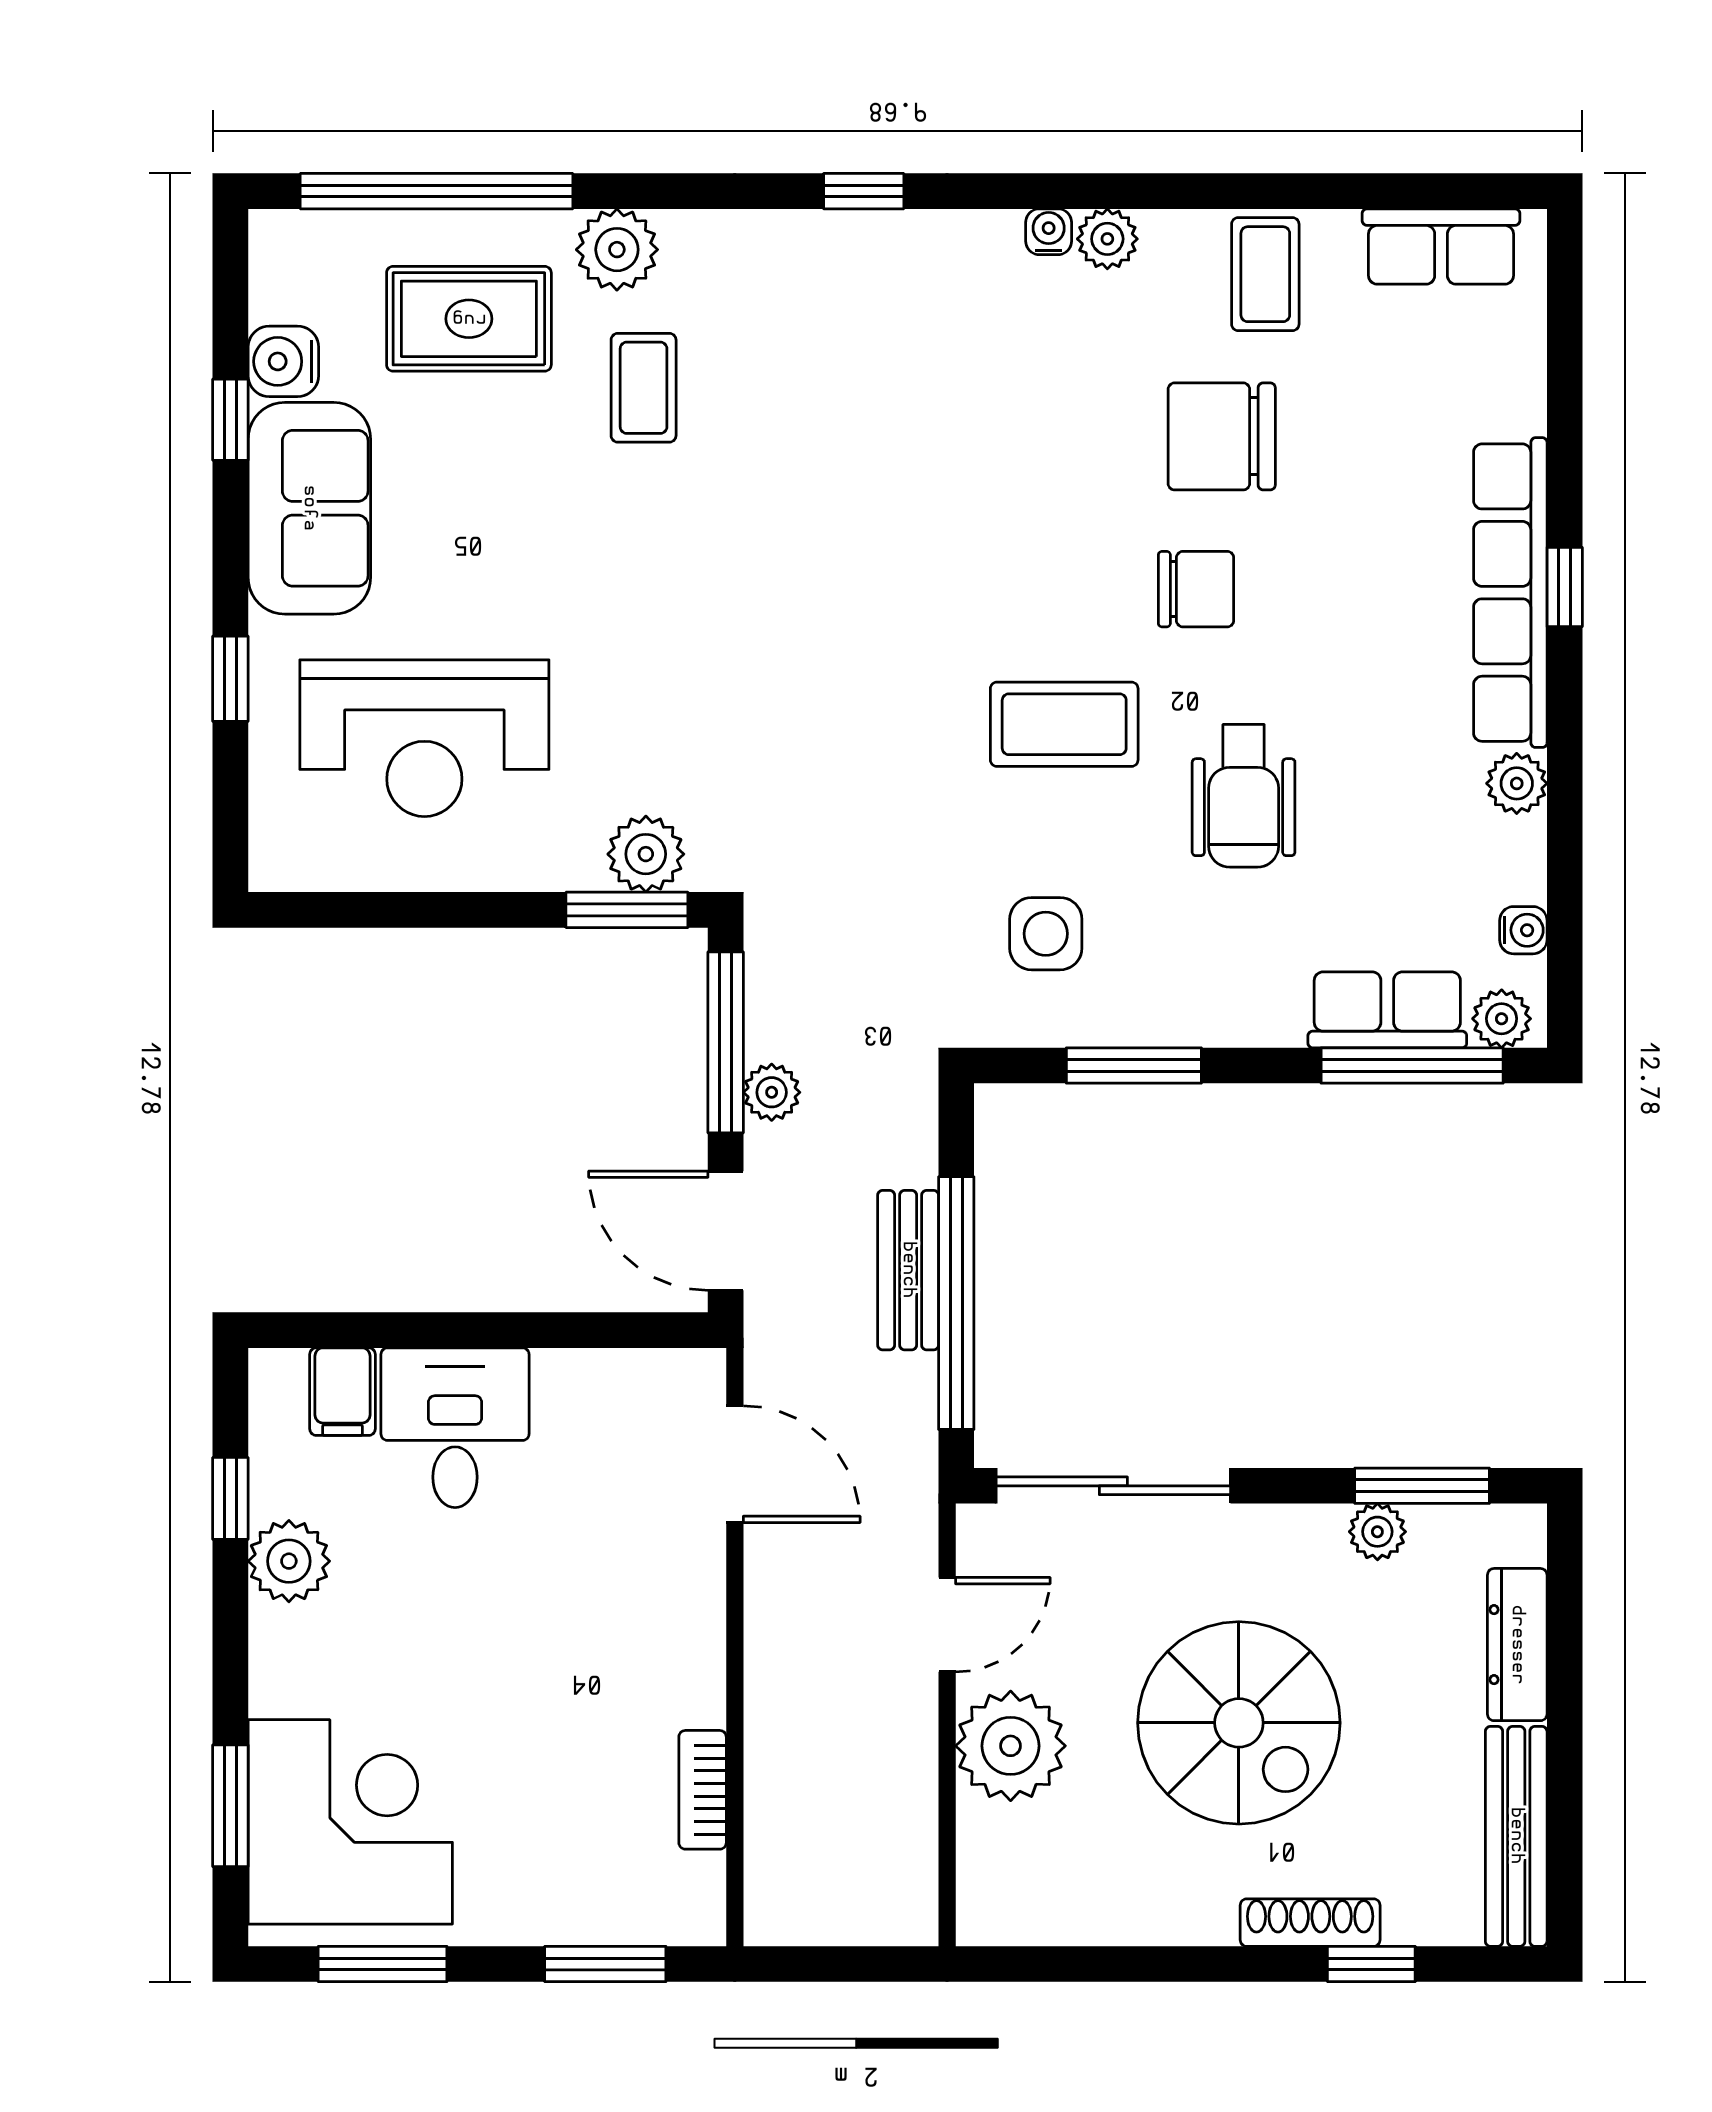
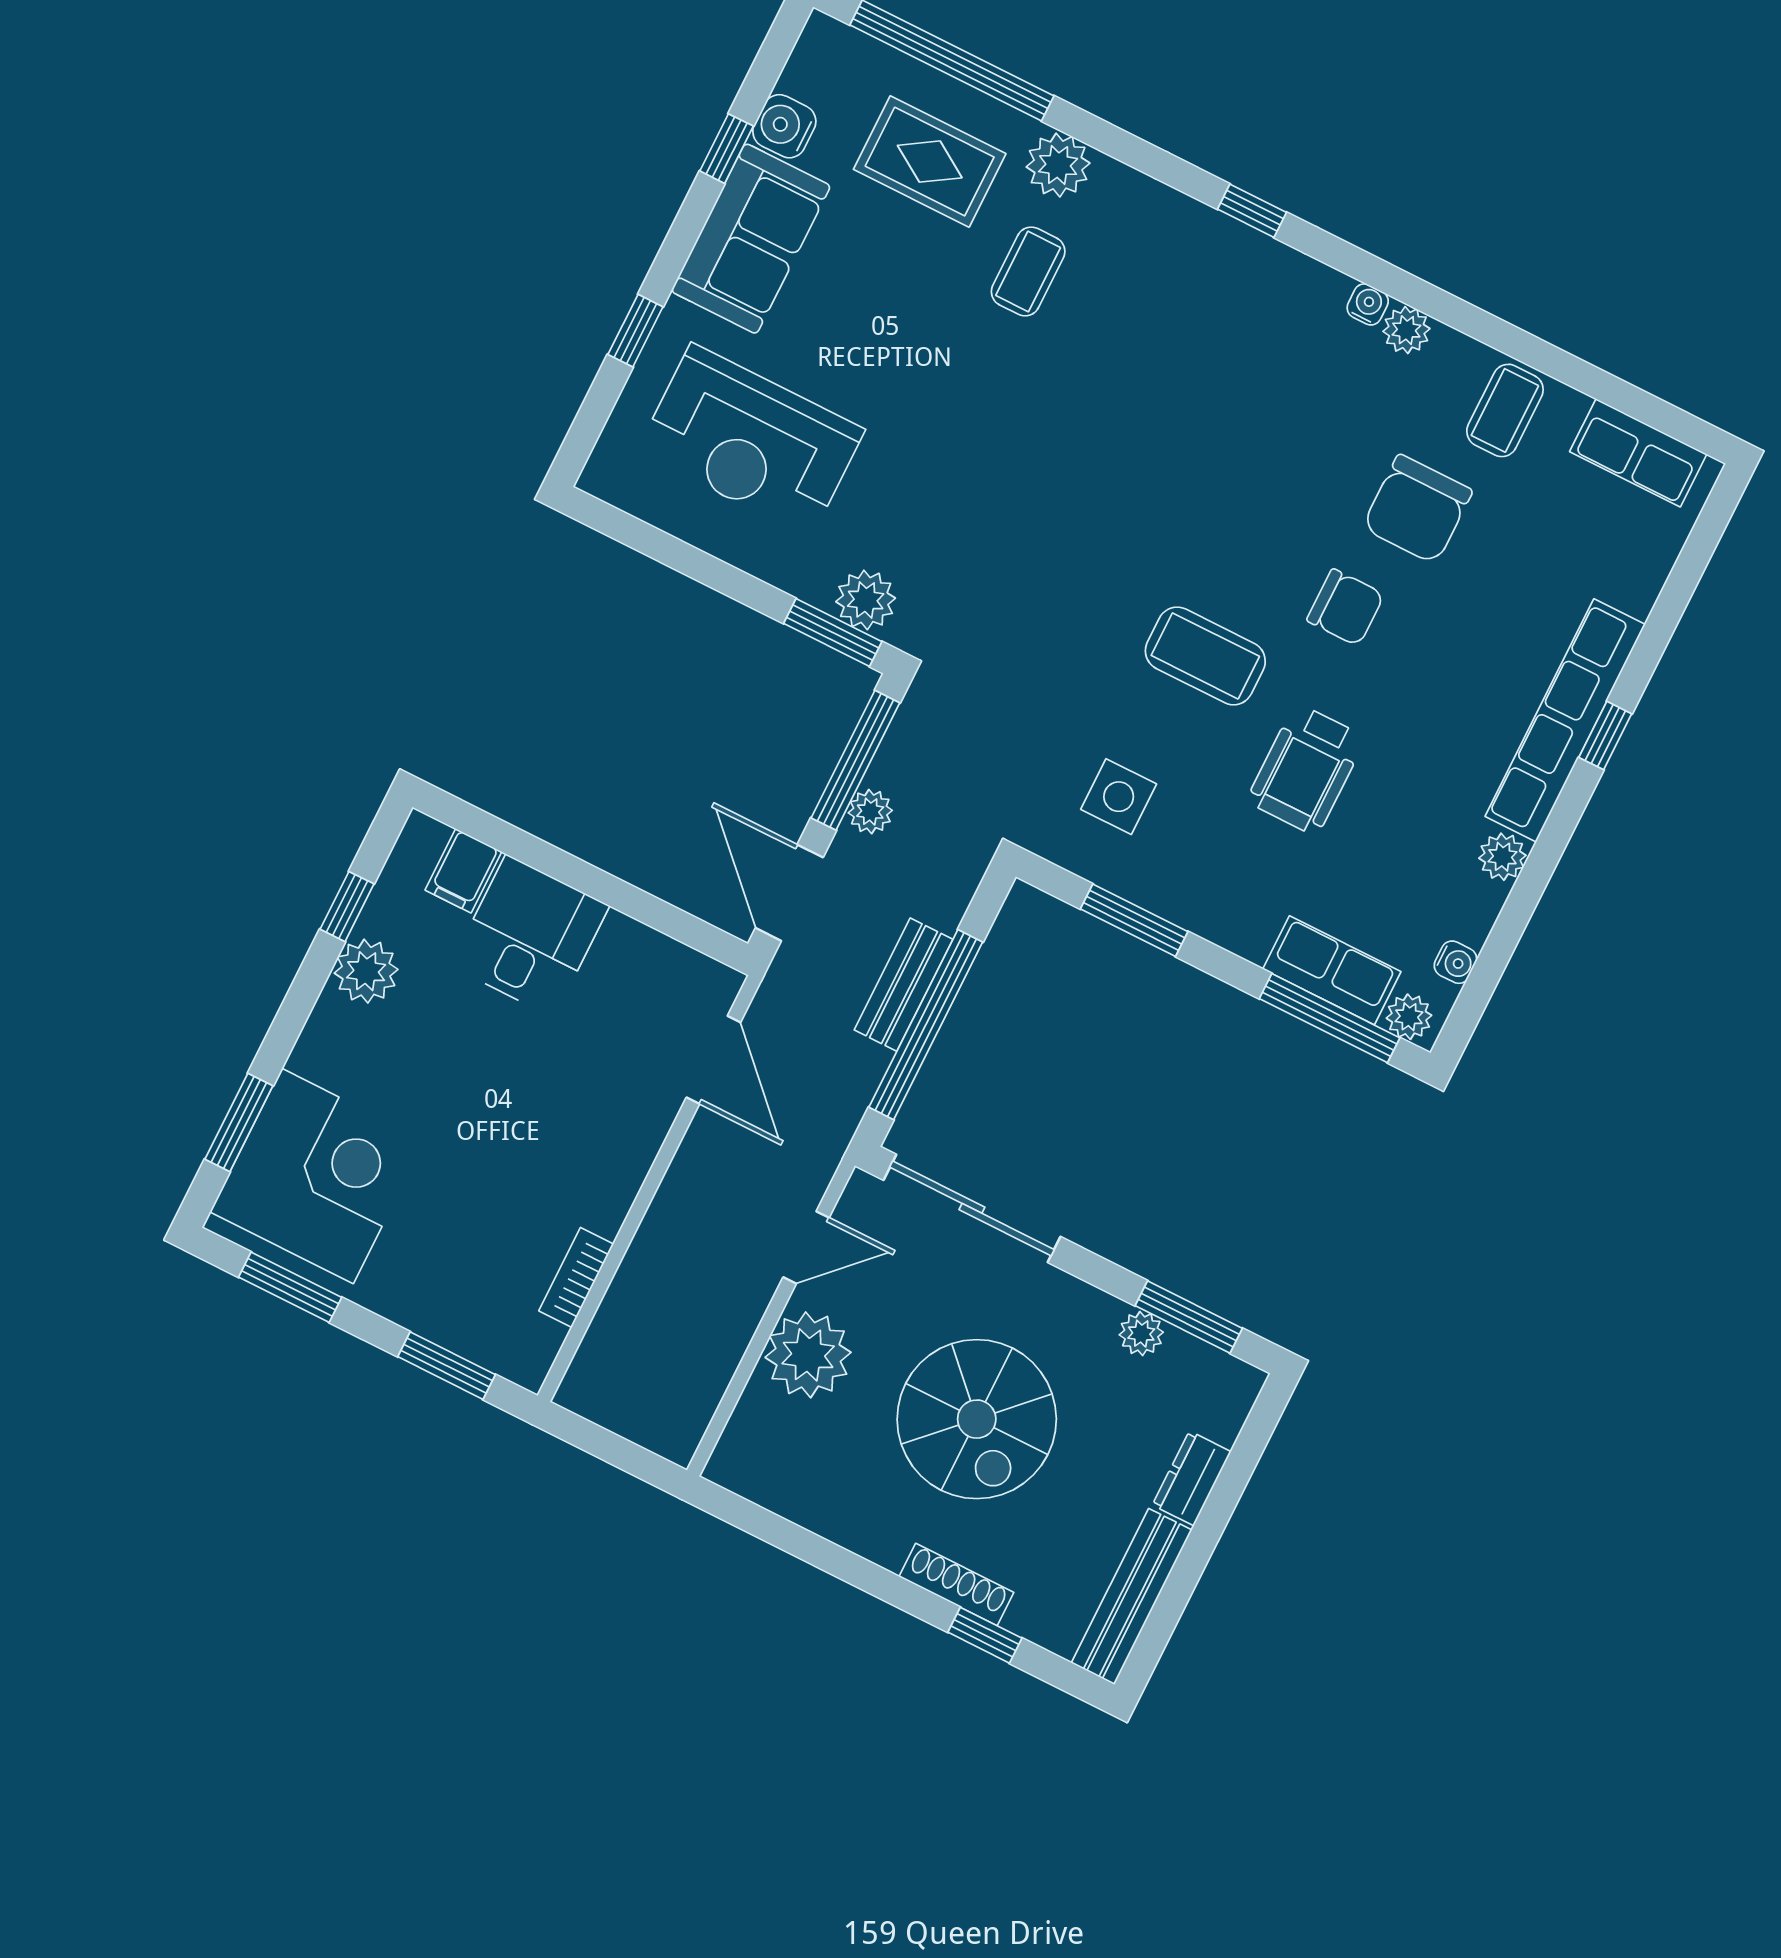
chair: (1222, 436) -> (1417, 509), turned -90
dresser: (1517, 1645) -> (1192, 1478), width x0.70

